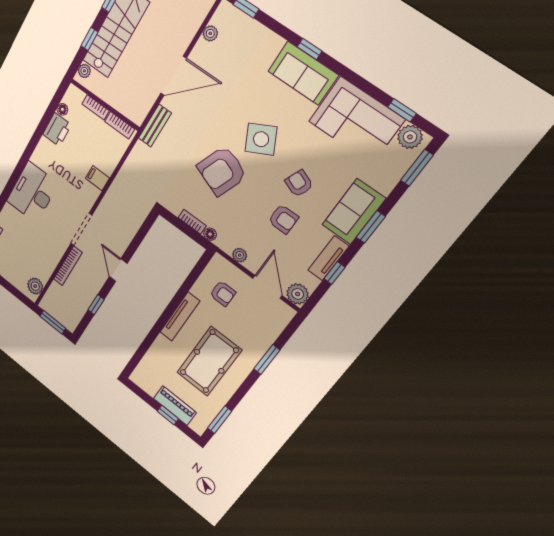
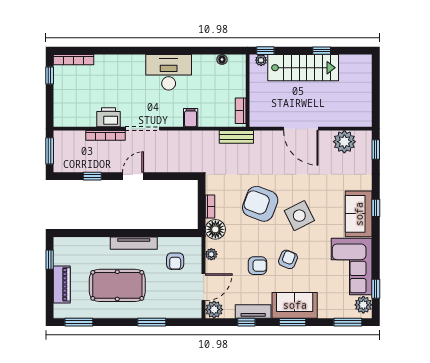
plant: (210, 33) -> (344, 142), width x1.87, depth x1.87
window: (89, 39) -> (265, 51), moved
bookcase: (96, 107) -> (241, 85), removed
bench: (155, 126) -> (236, 137), moved
printer: (57, 130) -> (108, 117), moved, turned 180
desk: (32, 192) -> (169, 72), moved
armchair: (283, 219) -> (257, 266), turned -90
floor lamp: (210, 234) -> (215, 229), width x1.89, depth x1.89
plant: (35, 286) -> (68, 119), removed
window: (168, 415) -> (50, 260), moved

